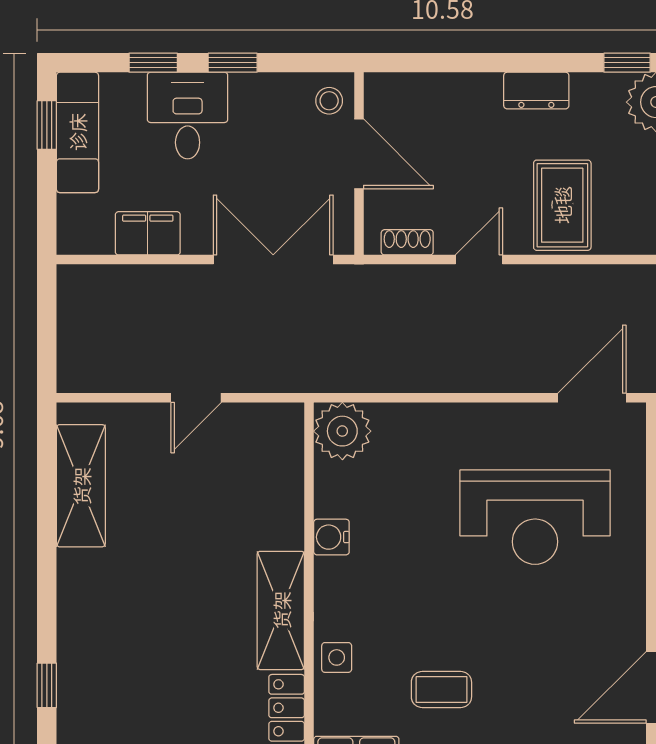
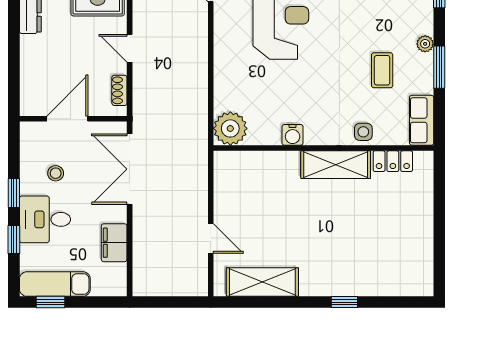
stool: (329, 101) -> (56, 173), moved
door: (196, 398) -> (211, 238), moved
window: (47, 685) -> (344, 302), moved

